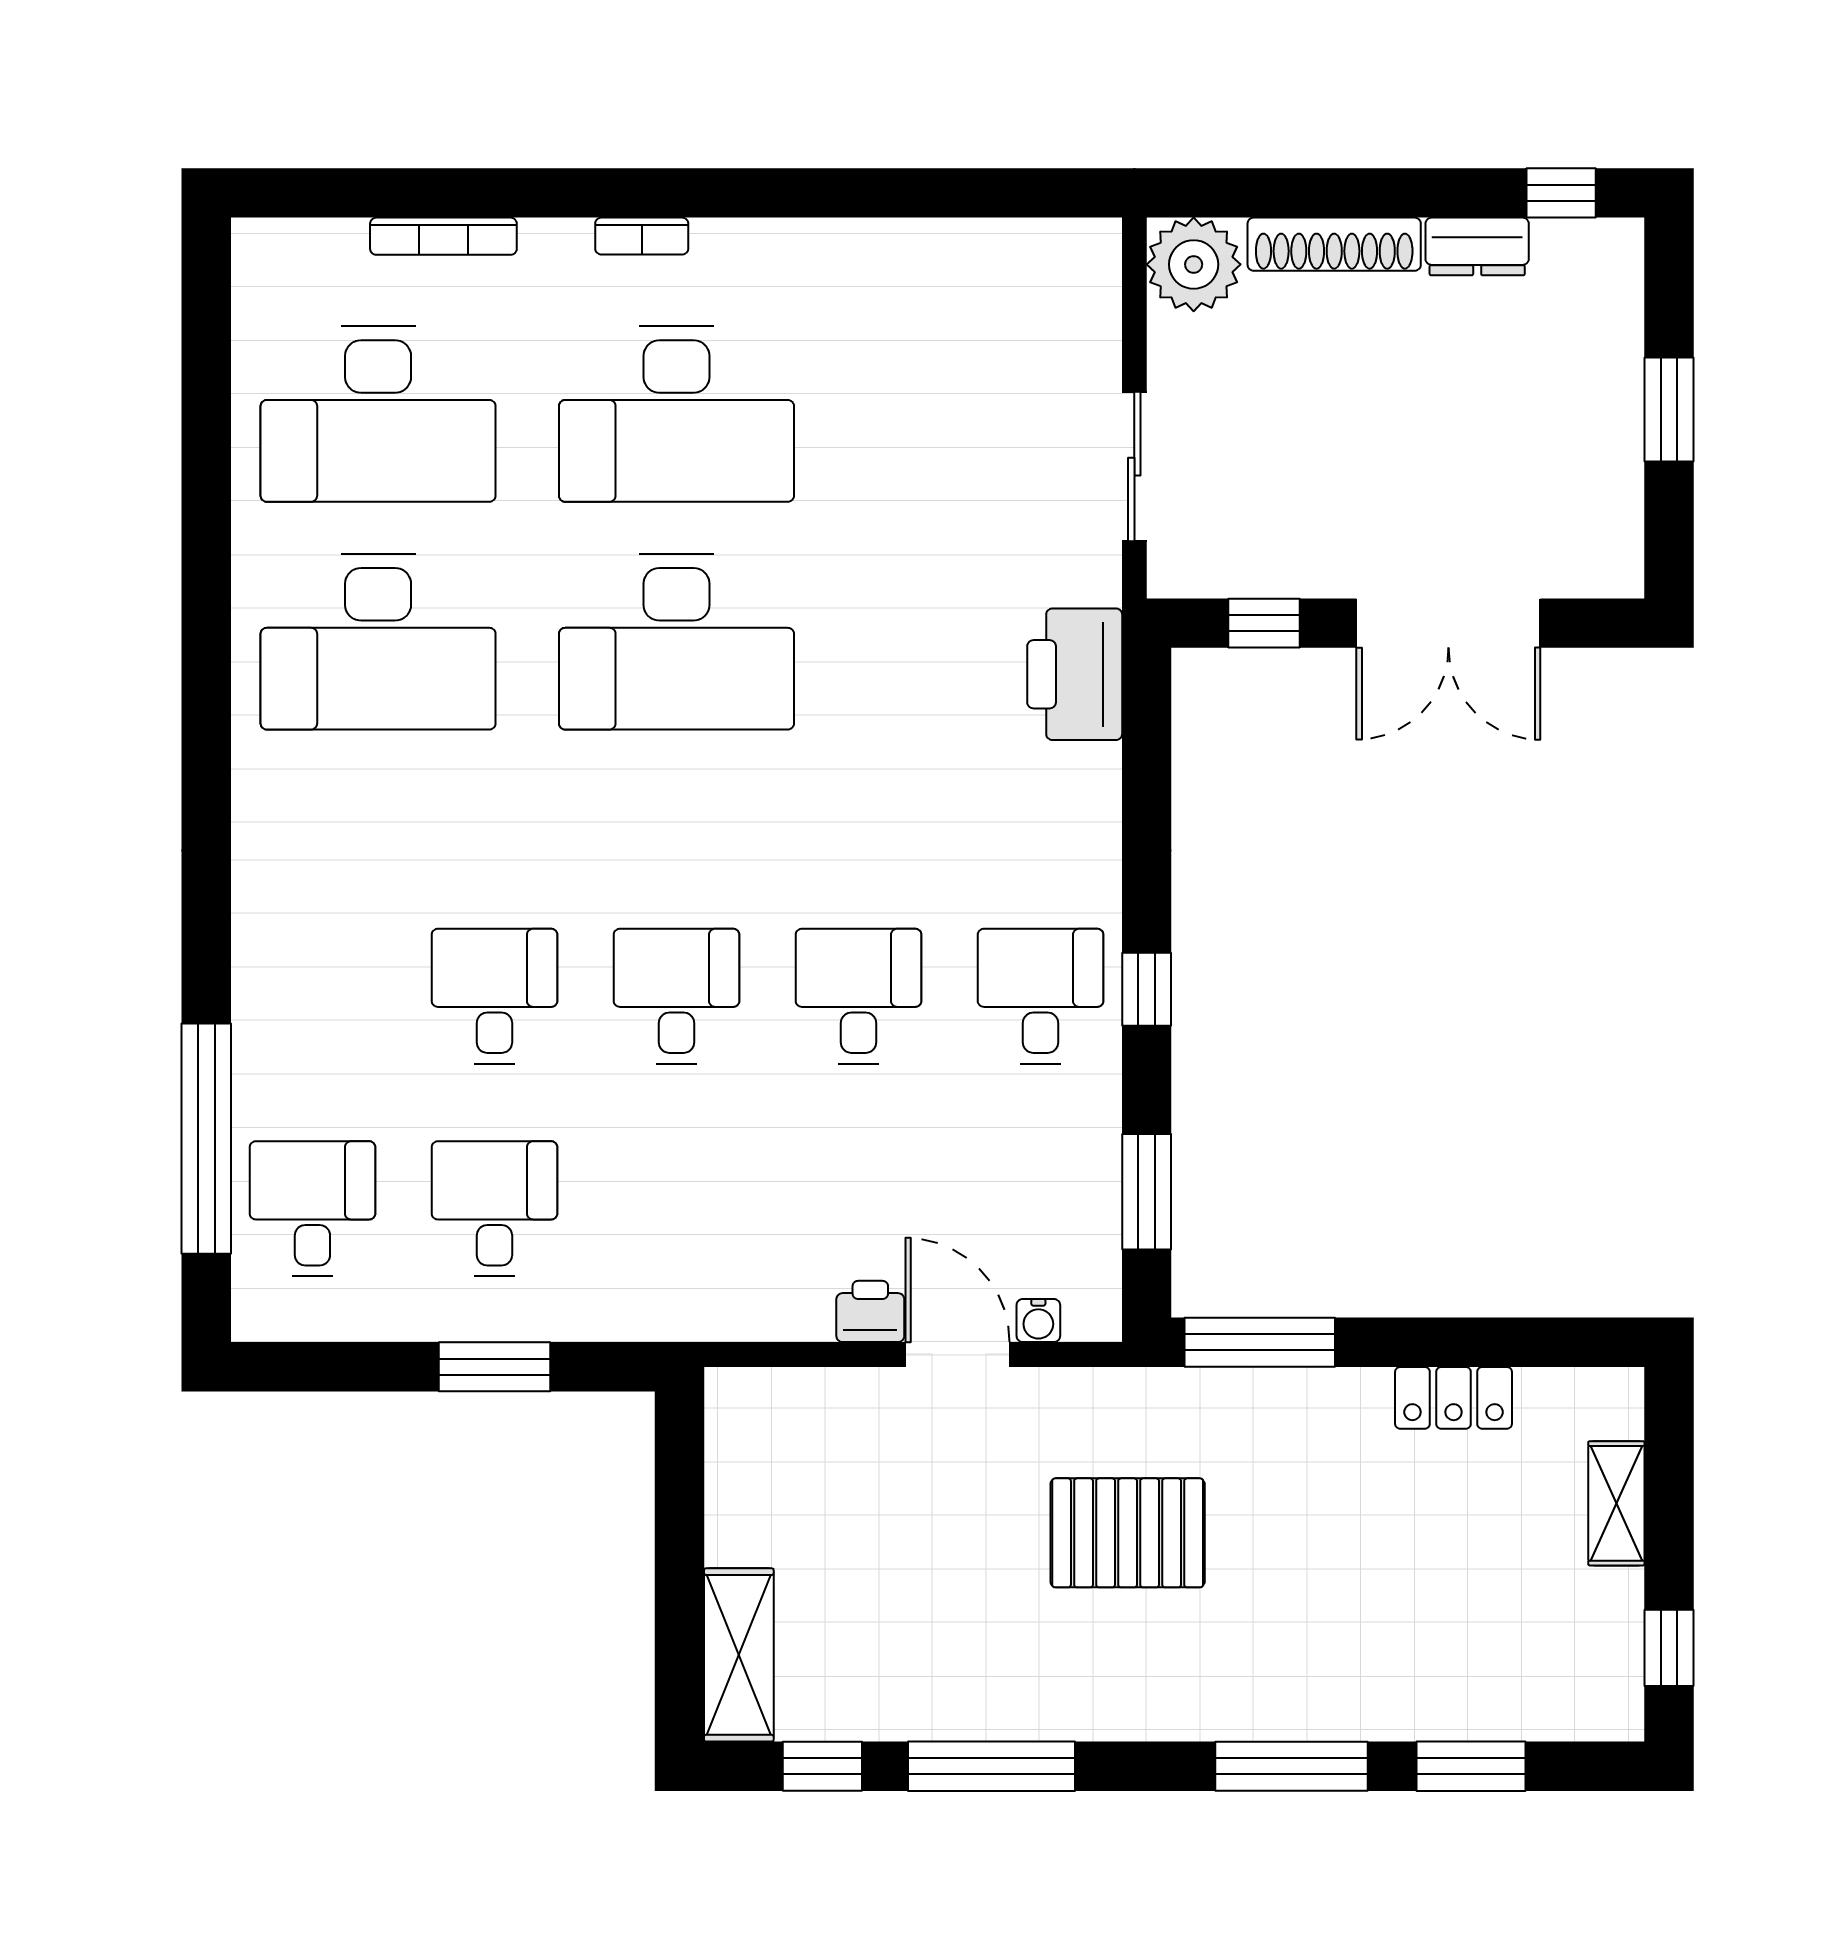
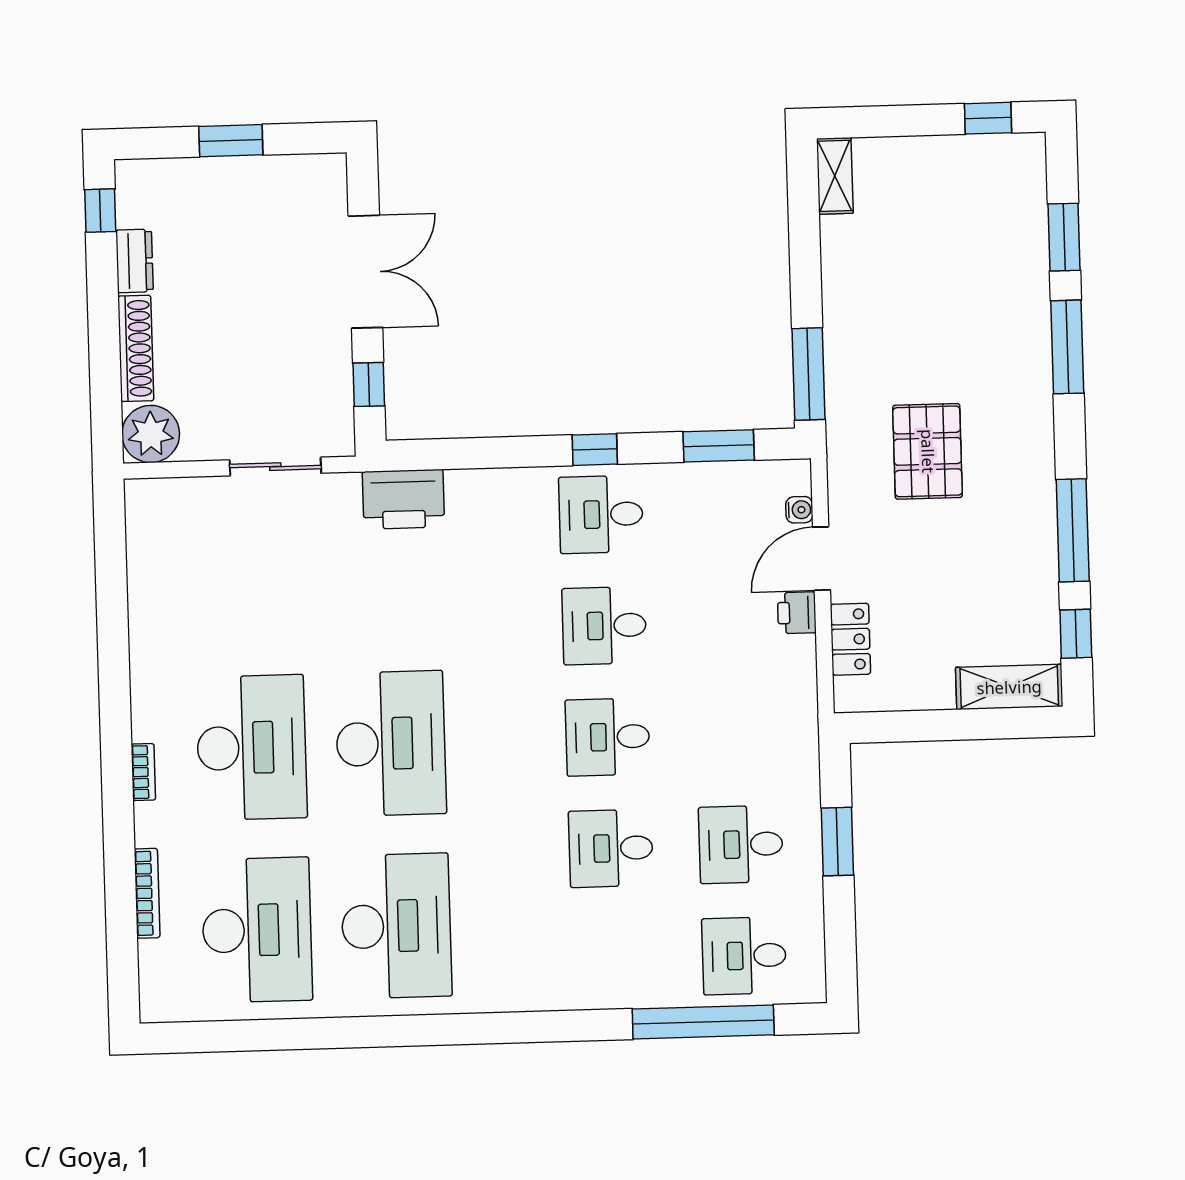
locker: (1454, 1398) -> (850, 639), moved
shelving: (1616, 1503) -> (835, 176), moved, turned 90

